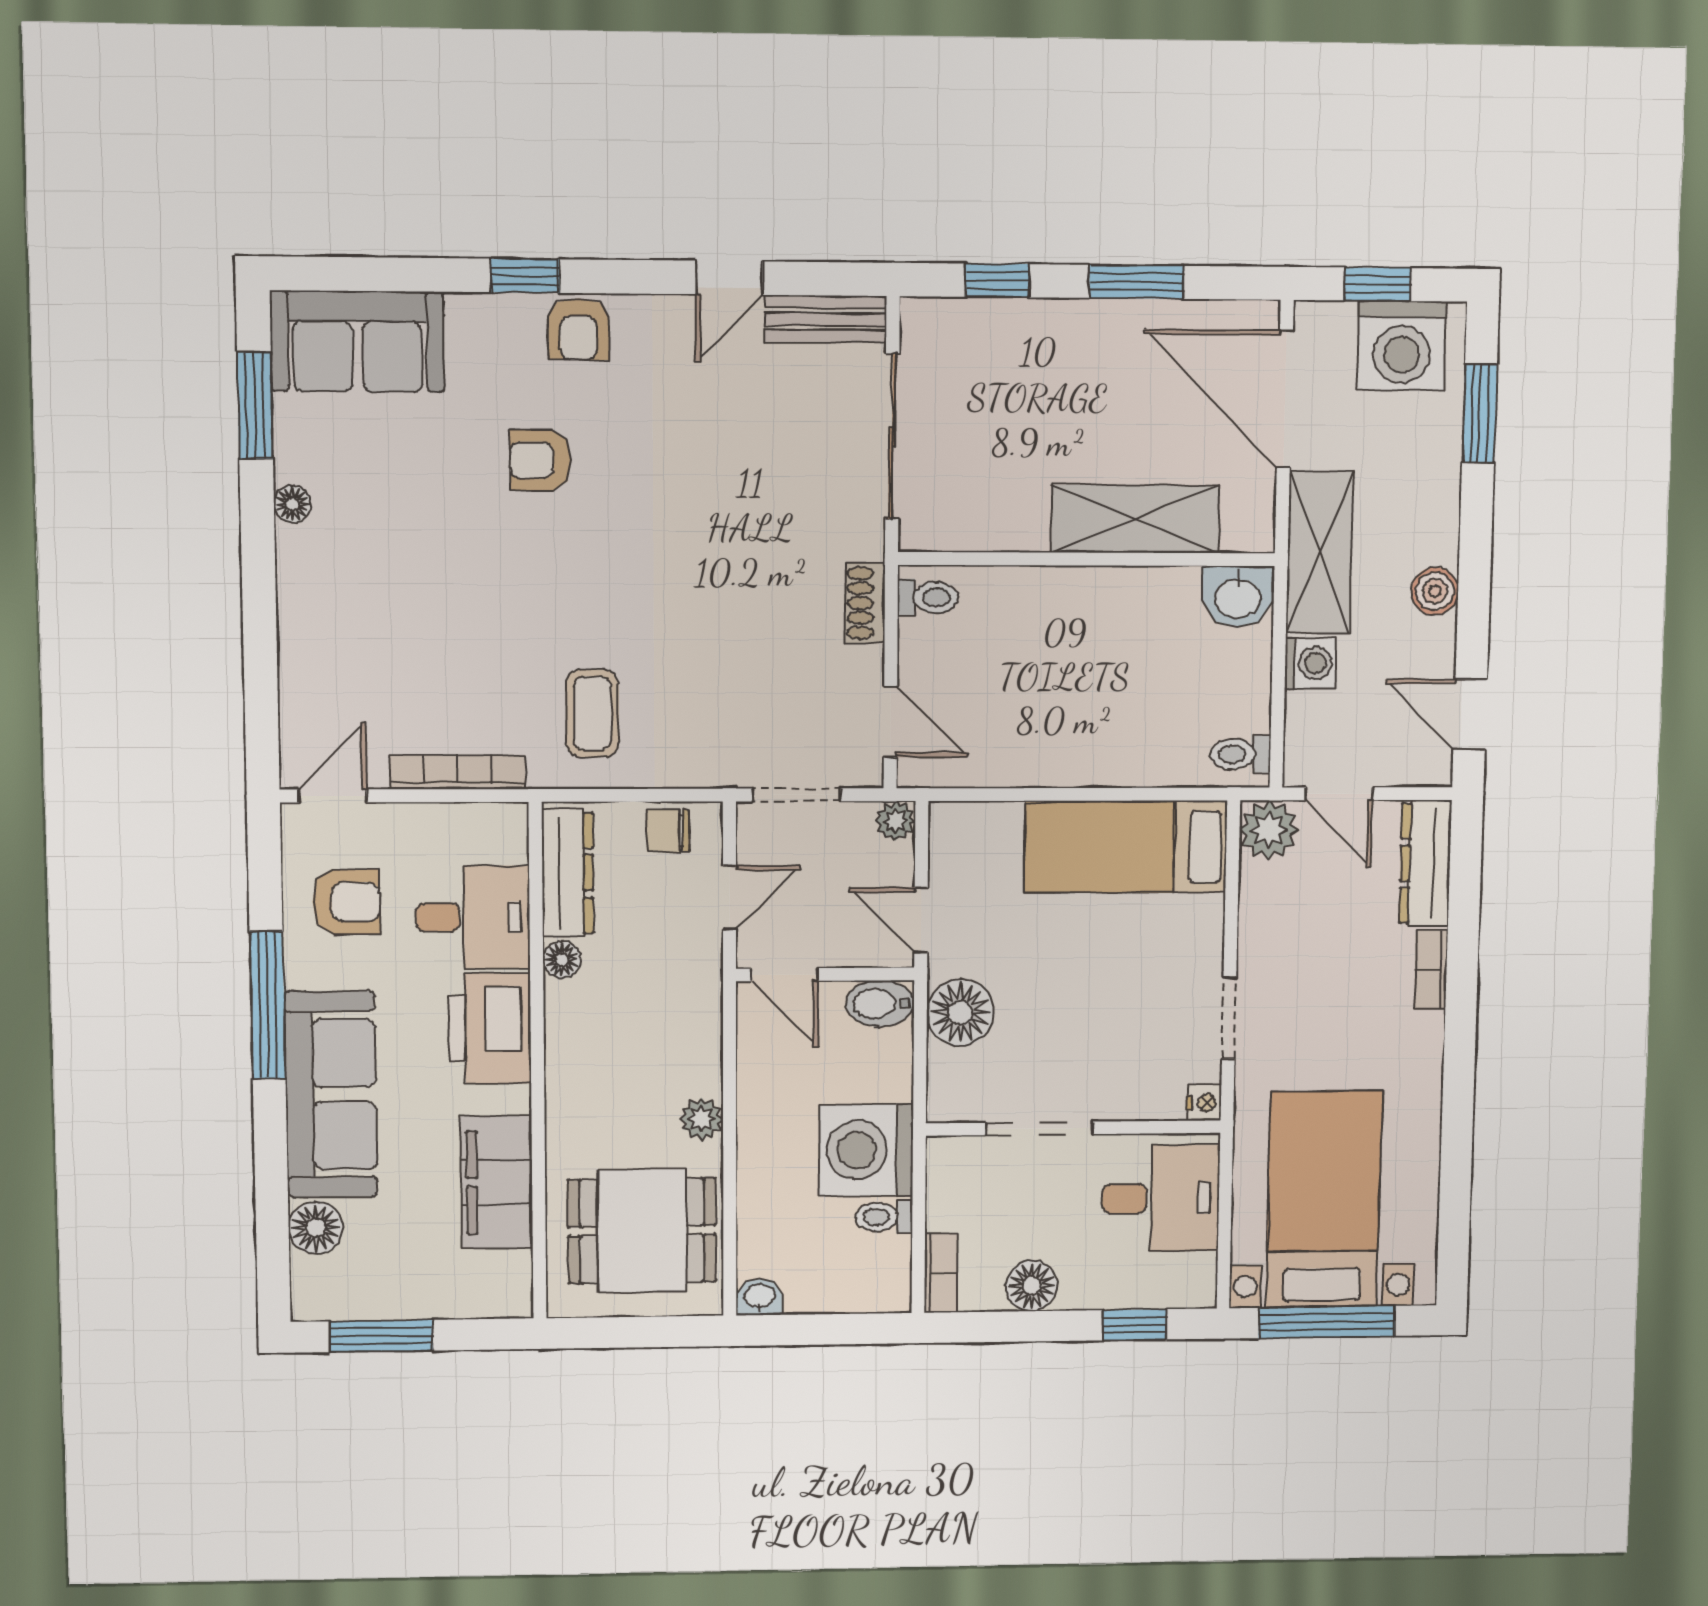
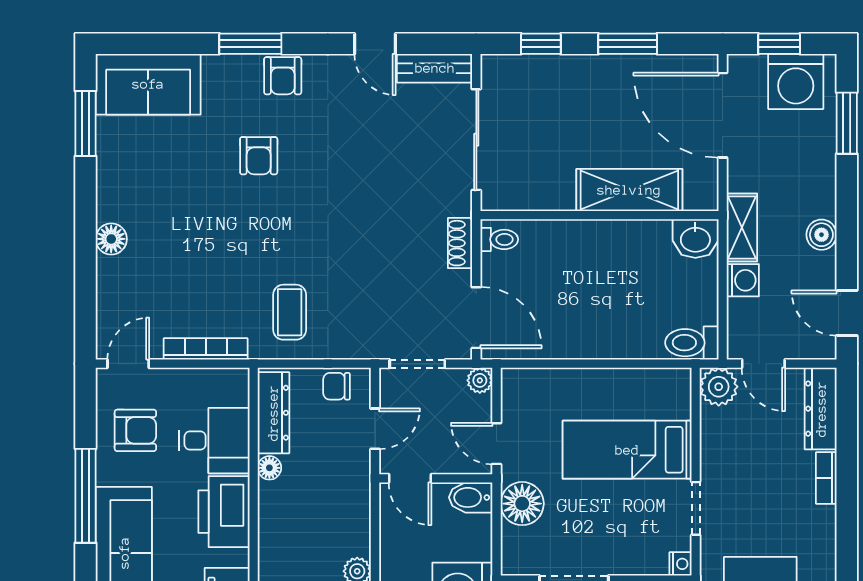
window: (525, 276) -> (250, 44), width x1.50
door: (729, 278) -> (375, 44), hinge flipped
armchair: (540, 460) -> (259, 156), turned -90
floor lamp: (292, 504) -> (111, 239), moved, width x1.37, depth x1.37
shelving: (1320, 552) -> (742, 228), width x0.67, depth x0.75
door: (890, 722) -> (476, 318), width x1.38
toilet: (1240, 754) -> (692, 343), width x1.37, depth x1.39
bed: (1126, 847) -> (627, 450), moved

